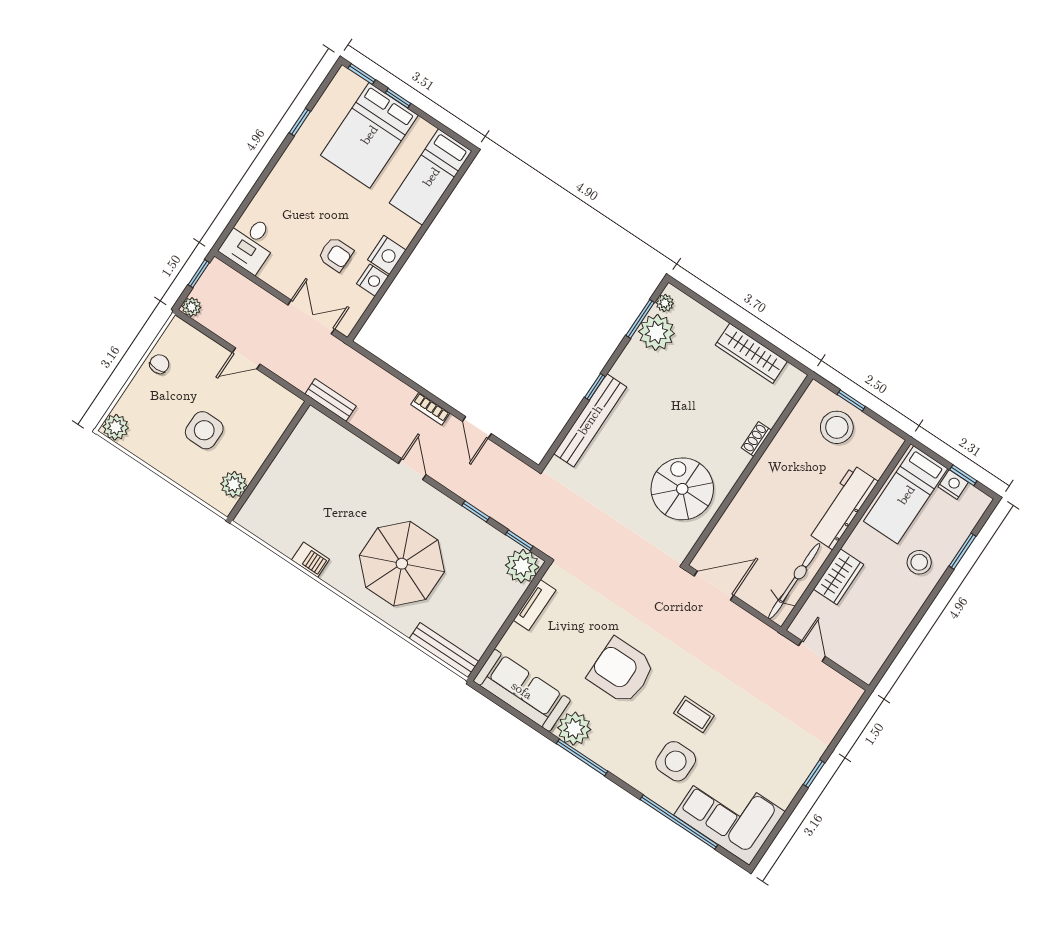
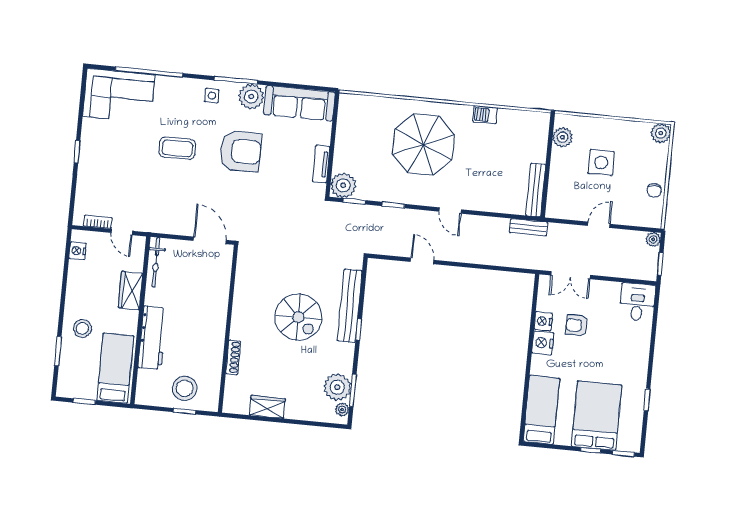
wardrobe: (751, 353) -> (267, 407), width x0.67
bookcase: (430, 409) -> (98, 222), moved
shoe rack: (756, 439) -> (233, 357), width x1.43
nightstand: (953, 485) -> (78, 251), moved, turned 90
spiral stairs: (682, 489) -> (298, 317), moved
bicycle: (794, 581) -> (156, 262), width x0.73, depth x0.71
door: (714, 586) -> (210, 240), swing flipped
bench: (444, 650) -> (536, 190), moved, turned 90
coffee table: (694, 714) -> (177, 148), width x1.36, depth x1.30
side table: (676, 761) -> (212, 96), moved, width x0.54, depth x0.54

